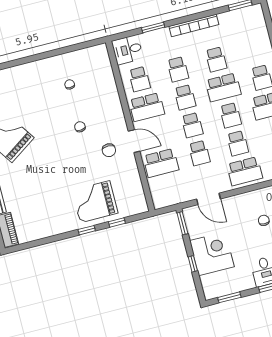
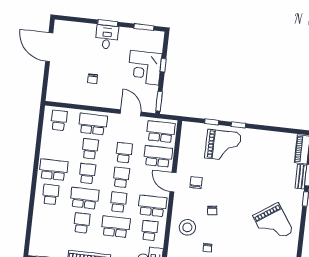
school desk: (178, 69) -> (116, 227), width x1.85
stool: (100, 98) -> (187, 227), added
school desk: (168, 191) -> (161, 132), added

